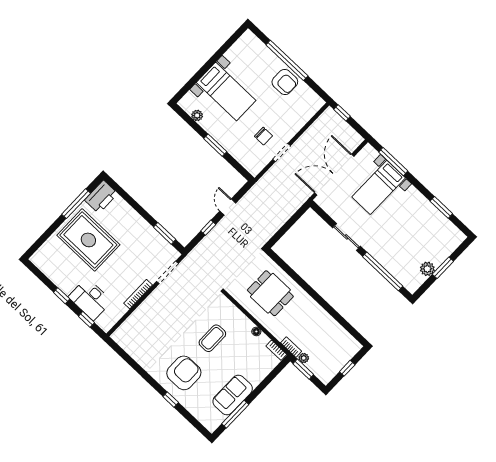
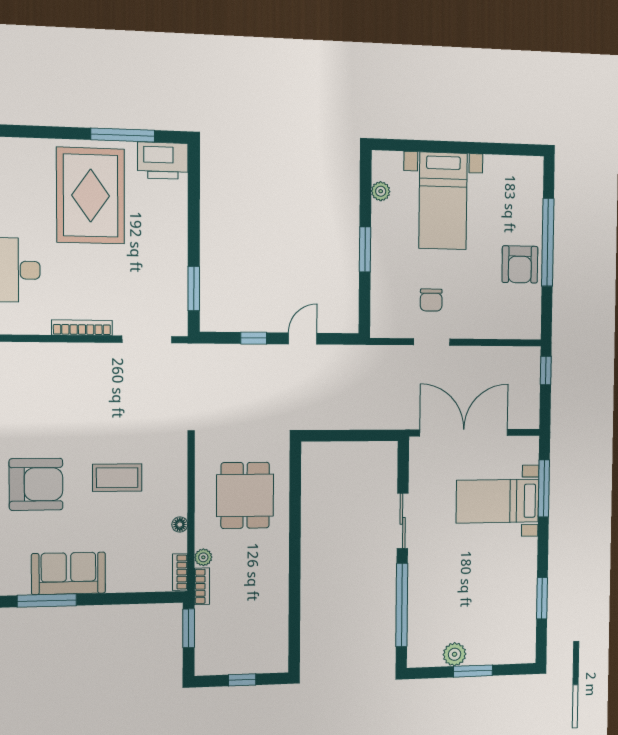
plant: (304, 358) -> (203, 557), moved

